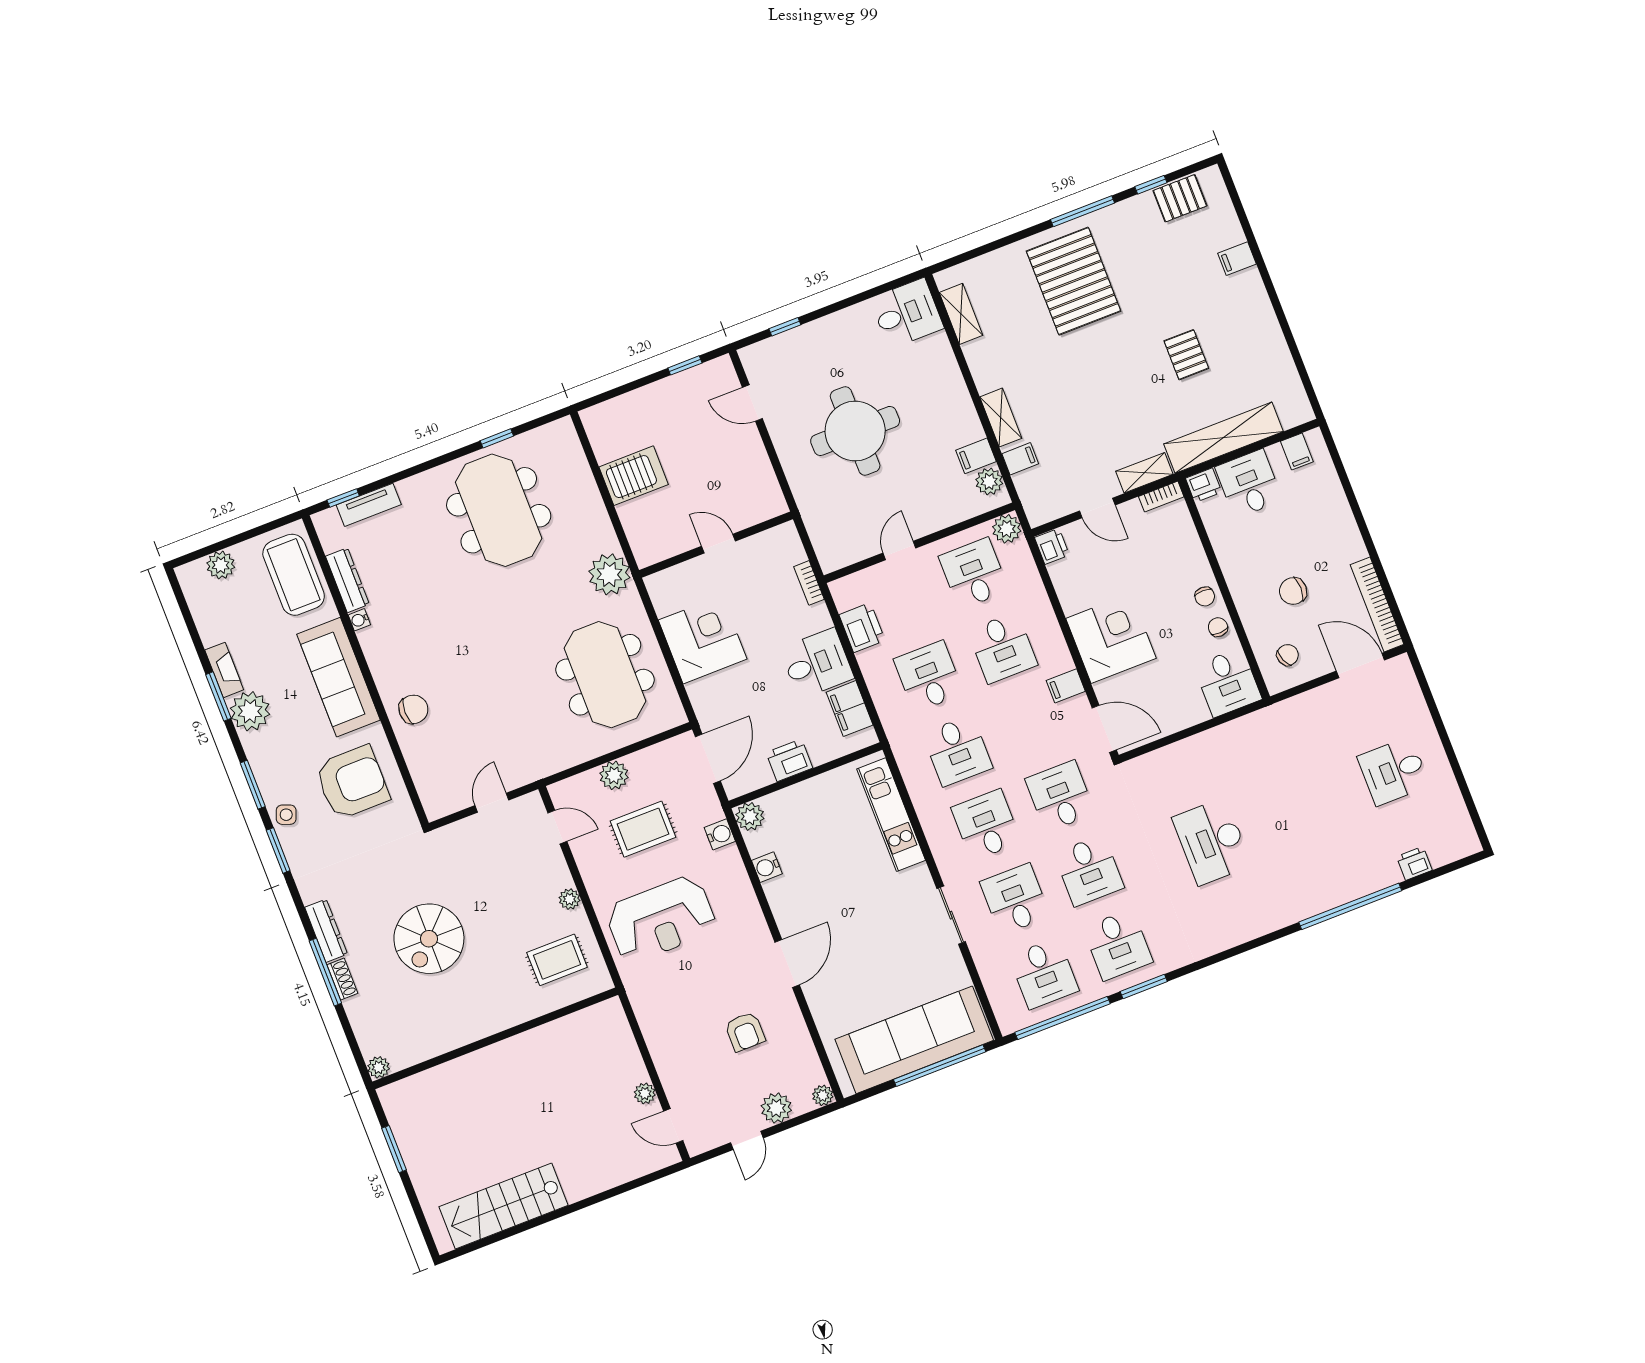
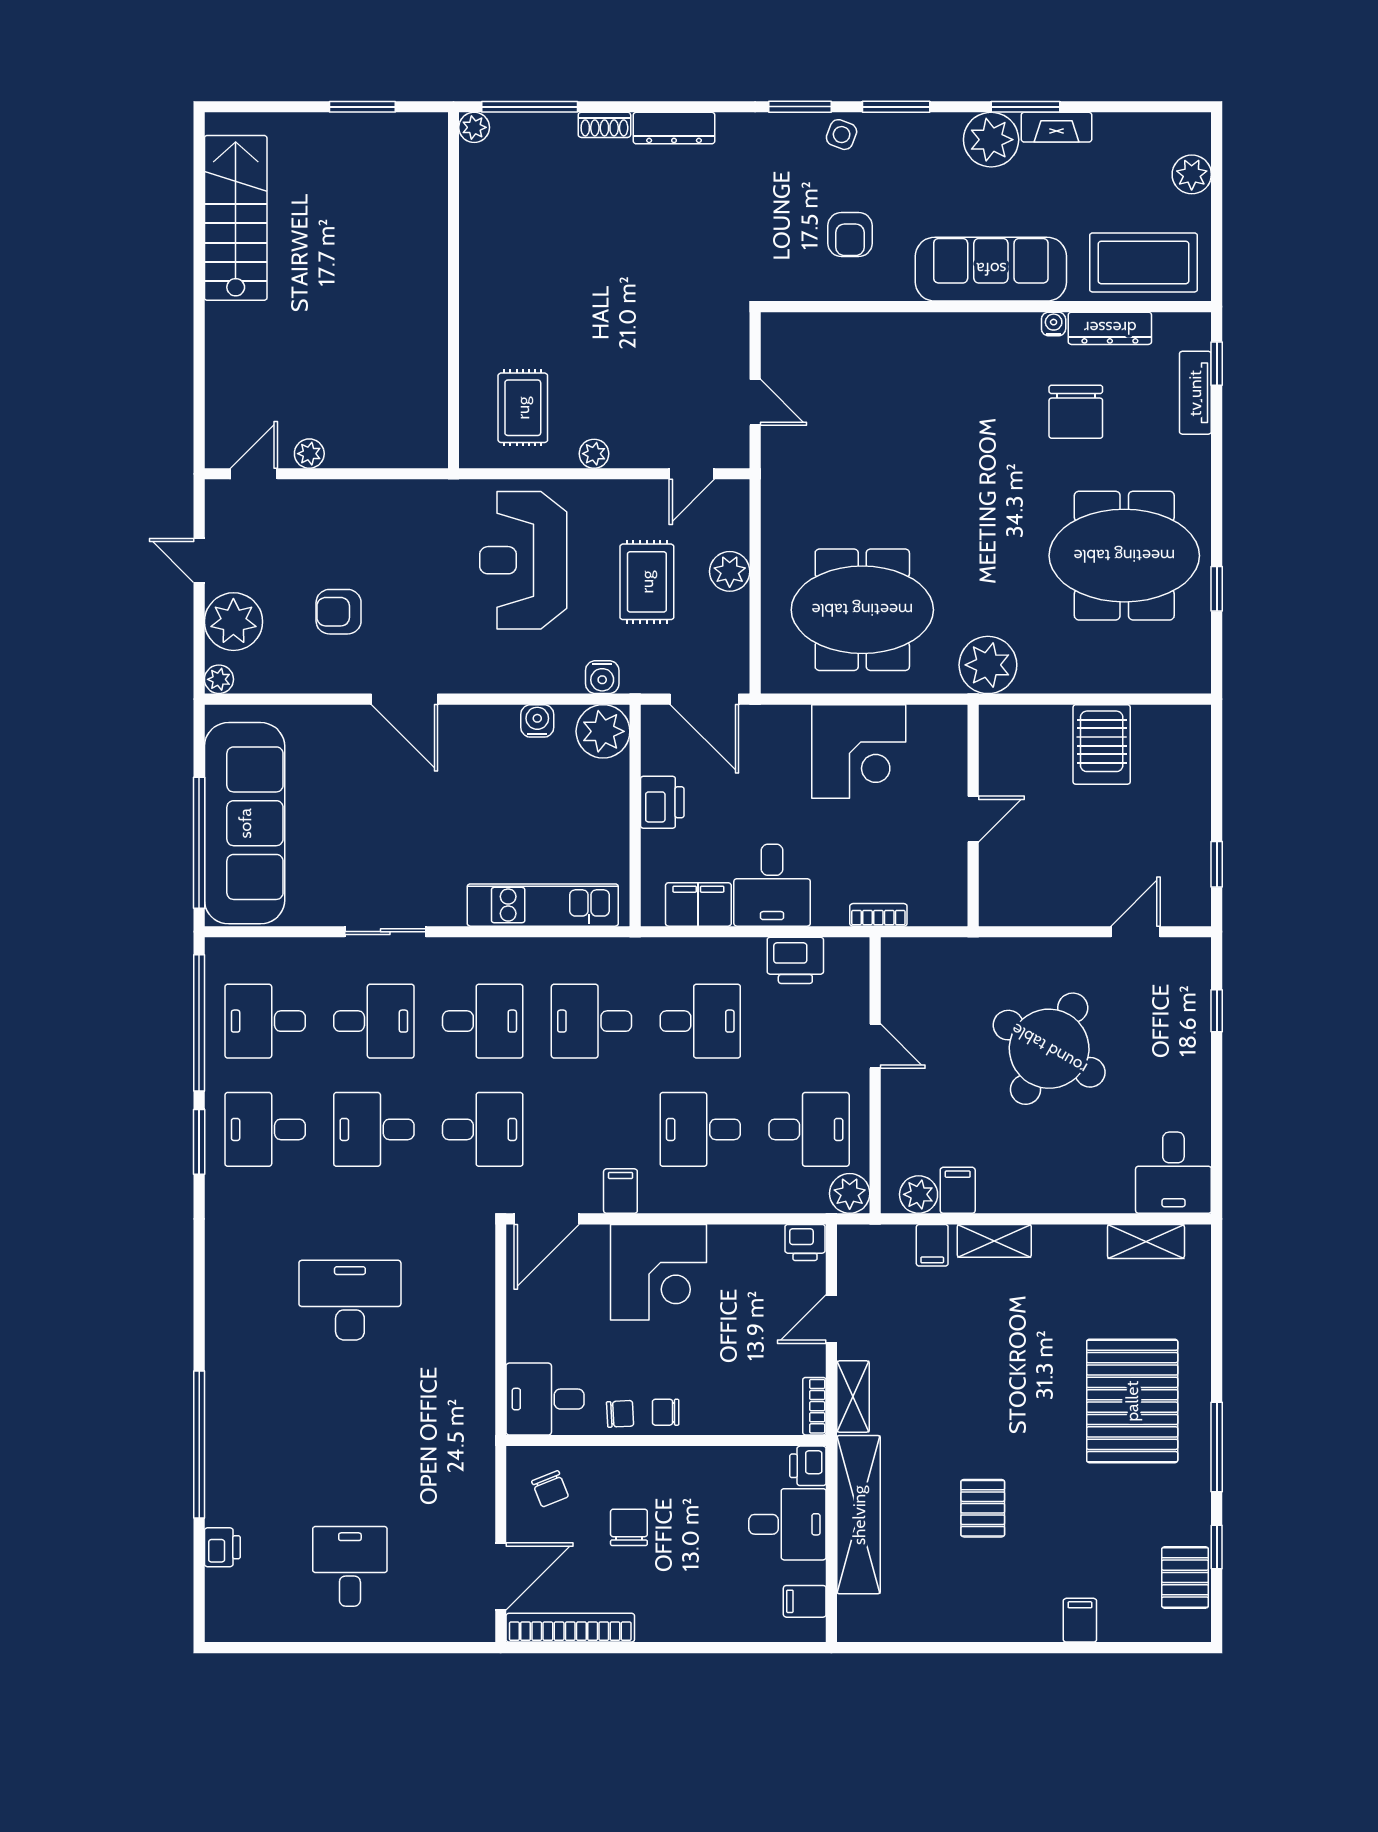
pallet: (1074, 281) -> (1132, 1401), turned 90
pallet: (1186, 355) -> (983, 1508), turned 90
round table: (855, 431) -> (1049, 1049), turned 30
chair: (413, 709) -> (1076, 412), moved, width x1.37, depth x1.37
armchair: (352, 782) -> (850, 234), width x0.53, depth x0.53
plant: (750, 817) -> (603, 731), width x1.36, depth x1.36
spiral stairs: (429, 939) -> (613, 255), removed
window: (325, 972) -> (530, 107), moved
plant: (776, 1108) -> (233, 622), width x1.36, depth x1.36

